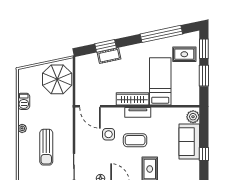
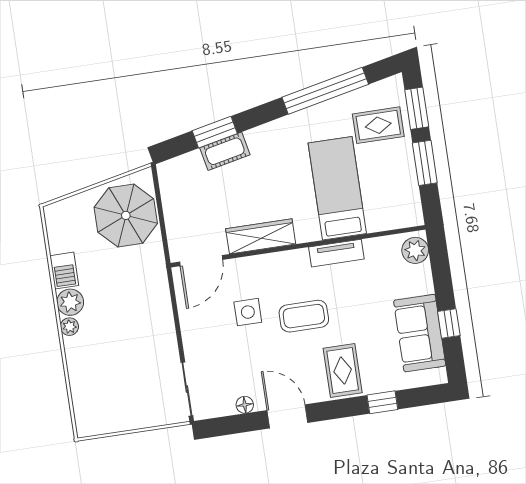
wardrobe: (132, 99) -> (261, 236), moved
door: (90, 106) -> (201, 261), hinge flipped
tv unit: (138, 112) -> (336, 253), moved
plant: (24, 117) -> (70, 302), added
sofa: (189, 142) -> (420, 333), moved
sun lounger: (46, 147) -> (124, 358), removed

